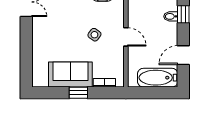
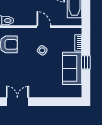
door: (126, 37) -> (44, 27), hinge flipped

